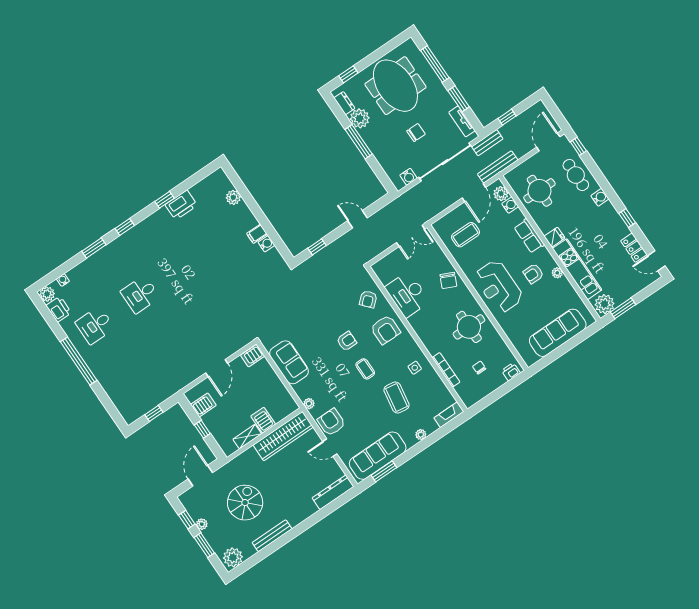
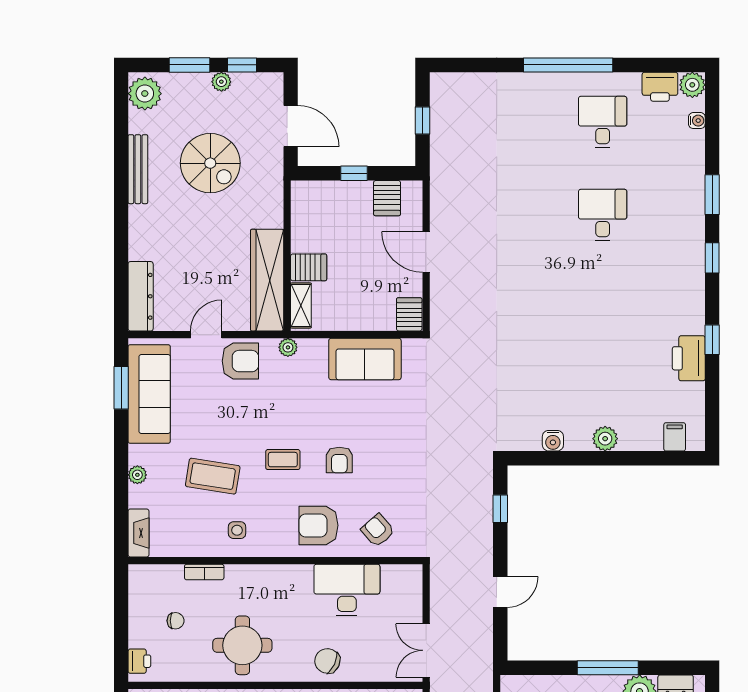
plant: (233, 197) -> (605, 439), moved
filing cabinet: (257, 234) -> (675, 437), moved
bookcase: (446, 370) -> (204, 572), width x0.64
shelving: (247, 437) -> (301, 305), moved

